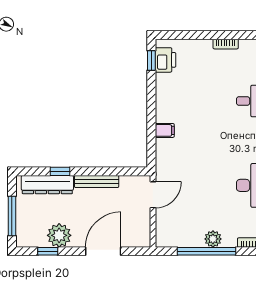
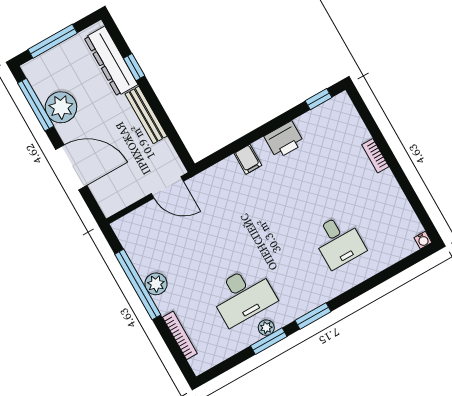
bookcase: (226, 44) -> (375, 156), moved
printer: (165, 60) -> (284, 140), moved
window: (48, 251) -> (36, 105), width x2.17

